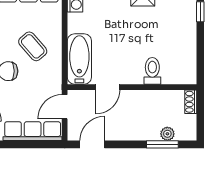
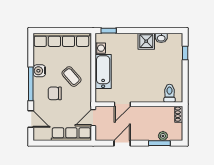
bathtub: (79, 59) -> (103, 72), moved
toilet: (152, 71) -> (169, 93), moved
door: (92, 144) -> (122, 143), moved

